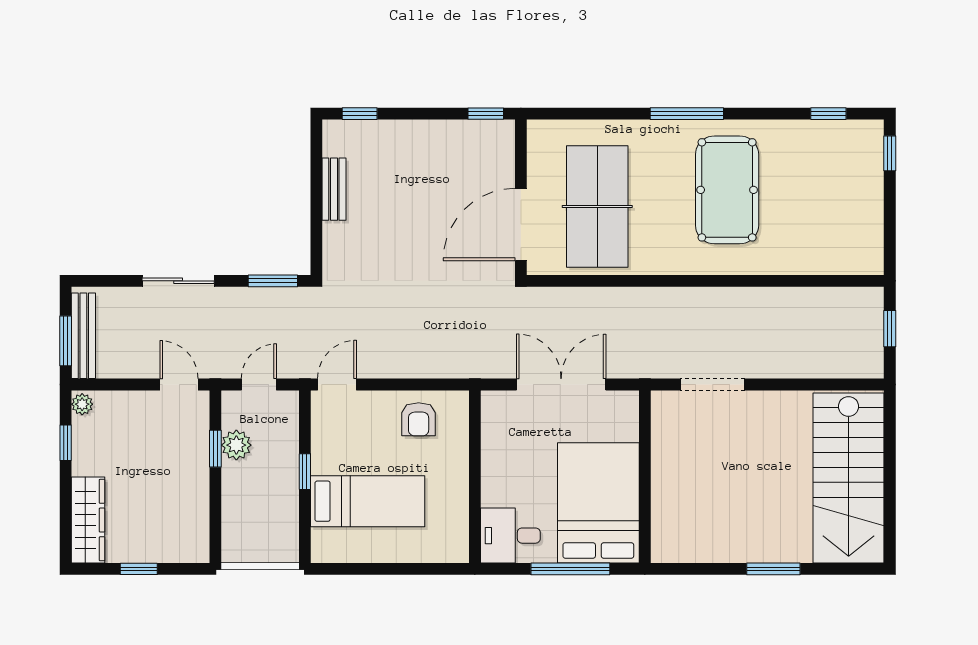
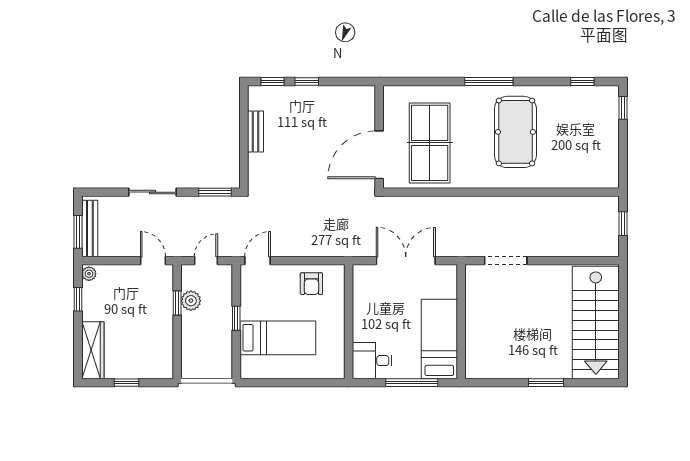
window: (486, 114) -> (307, 82), moved
bed: (598, 503) -> (439, 339), width x0.67

